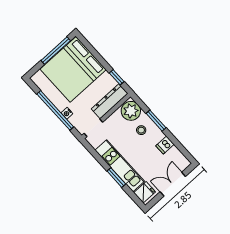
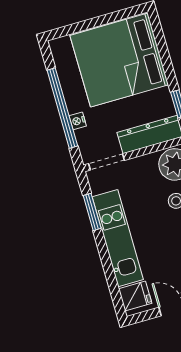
window: (56, 50) -> (107, 19), removed
window: (116, 178) -> (92, 212), moved

